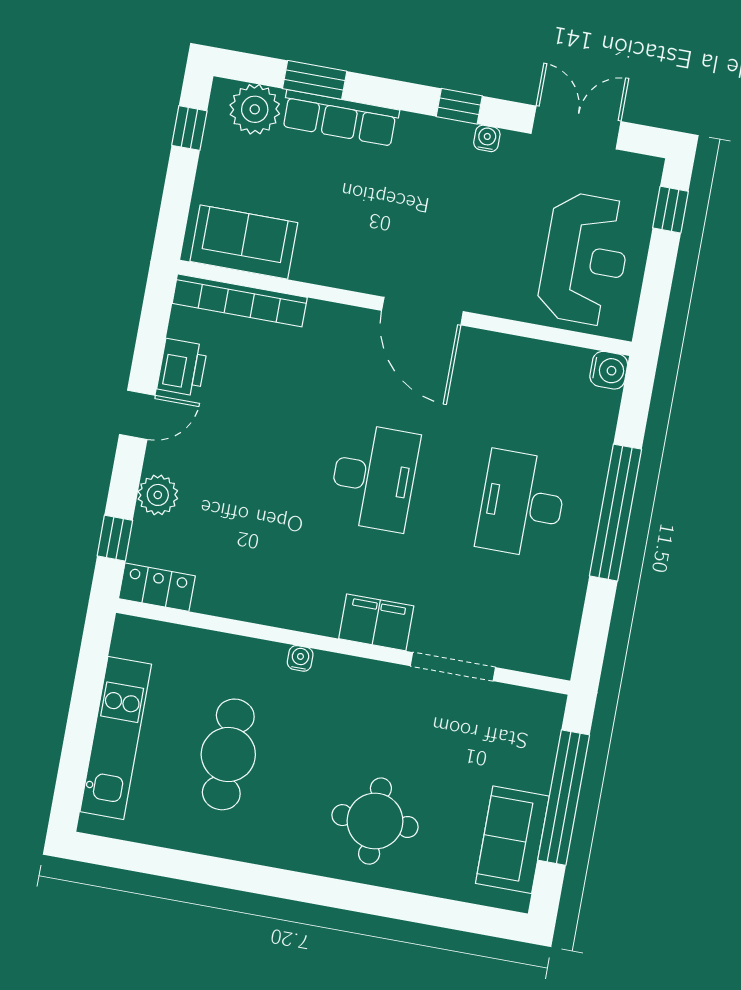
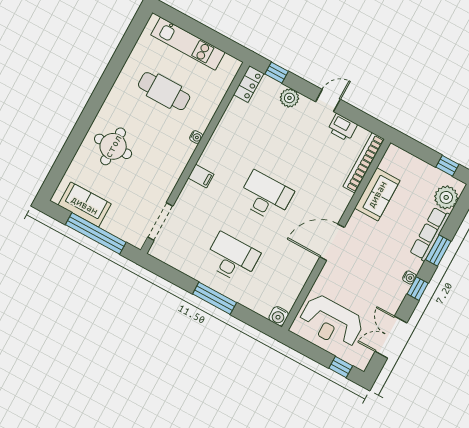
window: (315, 80) -> (438, 251), moved
double door: (576, 127) -> (391, 337), swing flipped
water cooler: (487, 138) -> (409, 277), moved
sofa: (244, 242) -> (377, 194), moved
door: (137, 415) -> (328, 101), swing flipped
desk: (374, 477) -> (266, 196), turned 180
window: (615, 513) -> (215, 298), width x0.68
filing cabinet: (376, 622) -> (201, 176), width x0.50
doorway: (453, 667) -> (160, 222), moved

